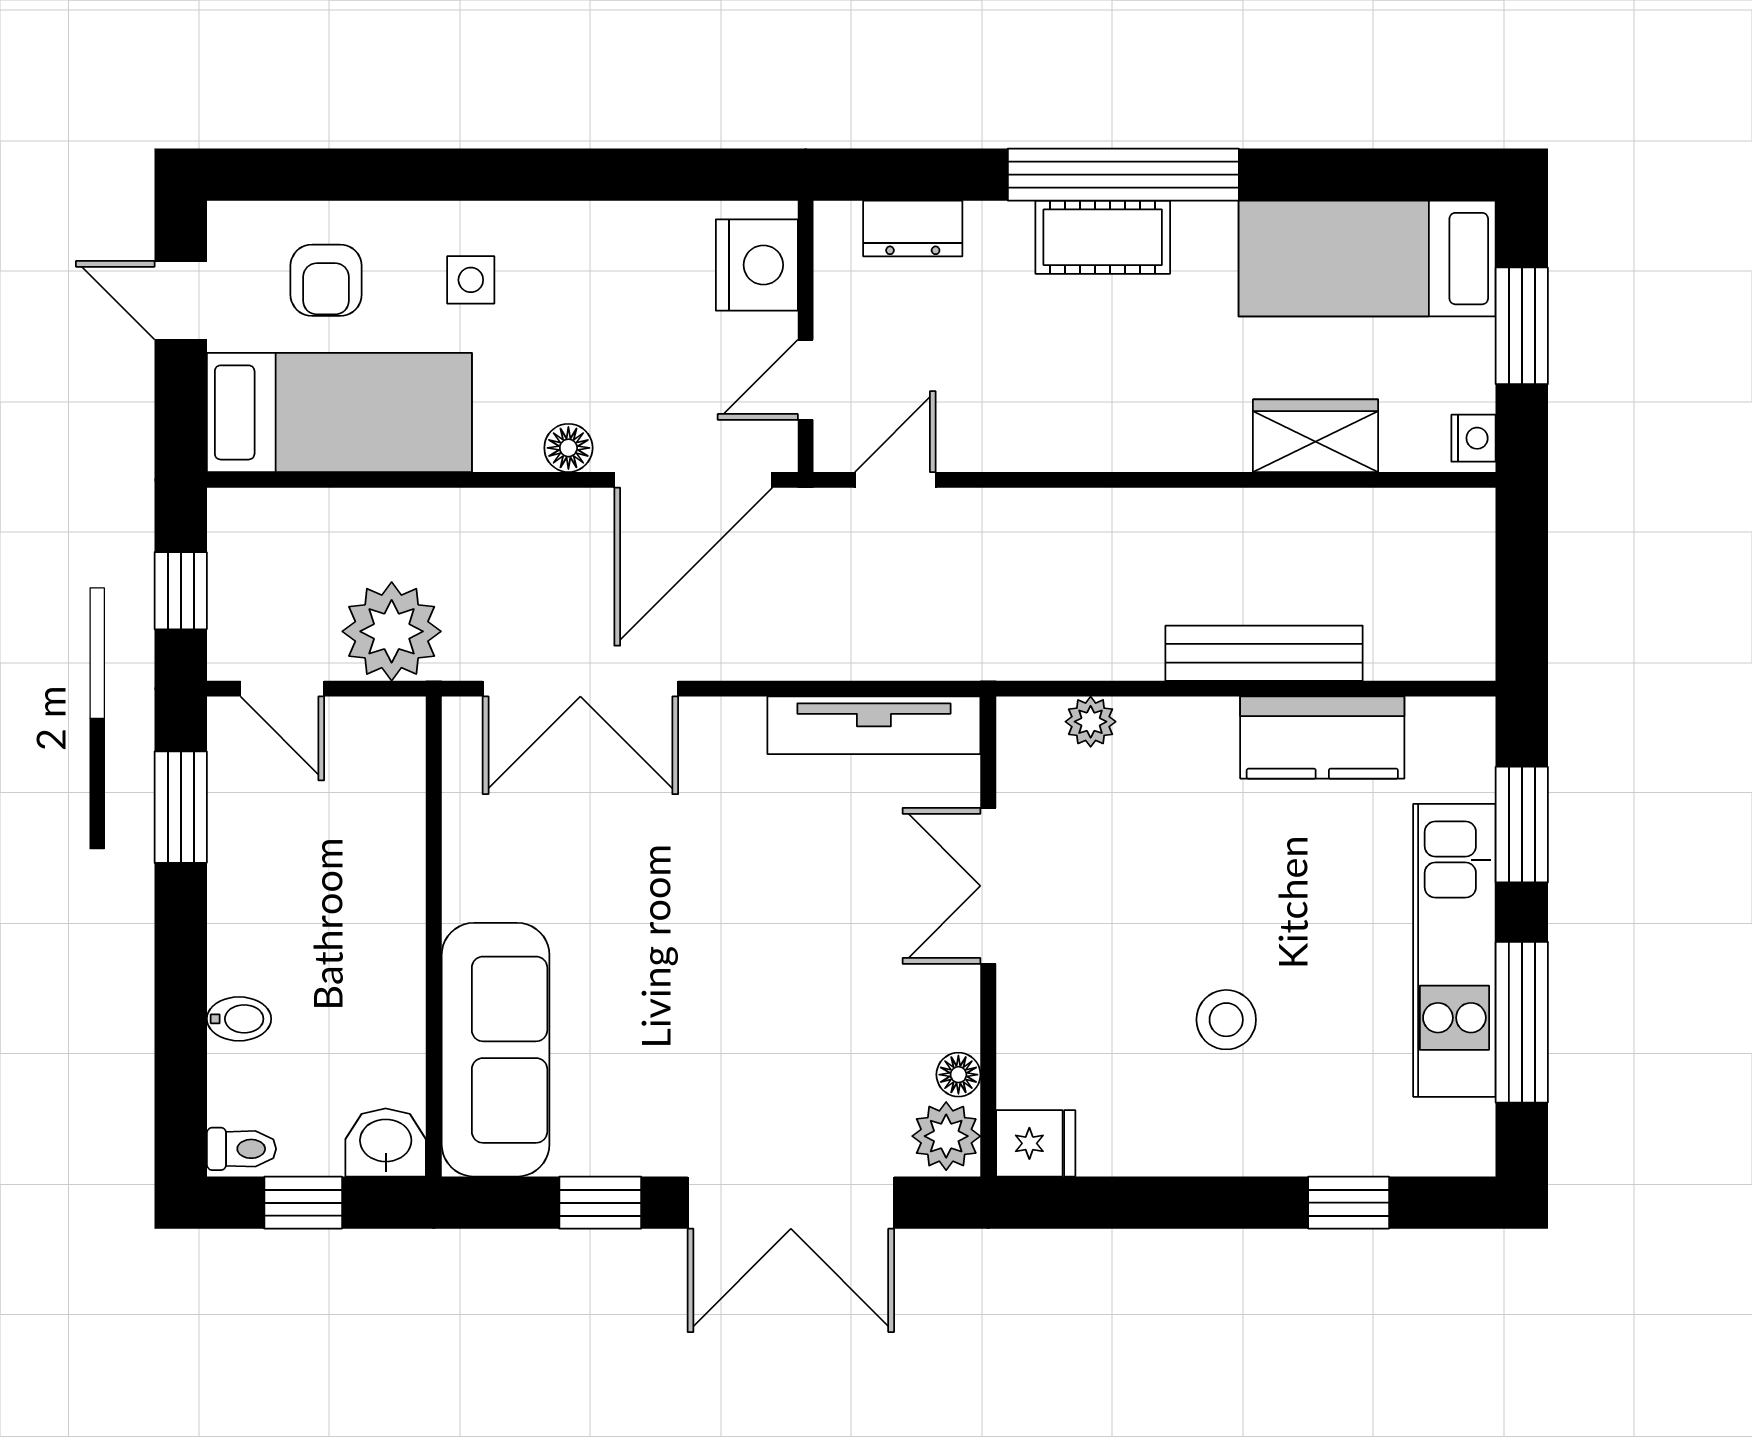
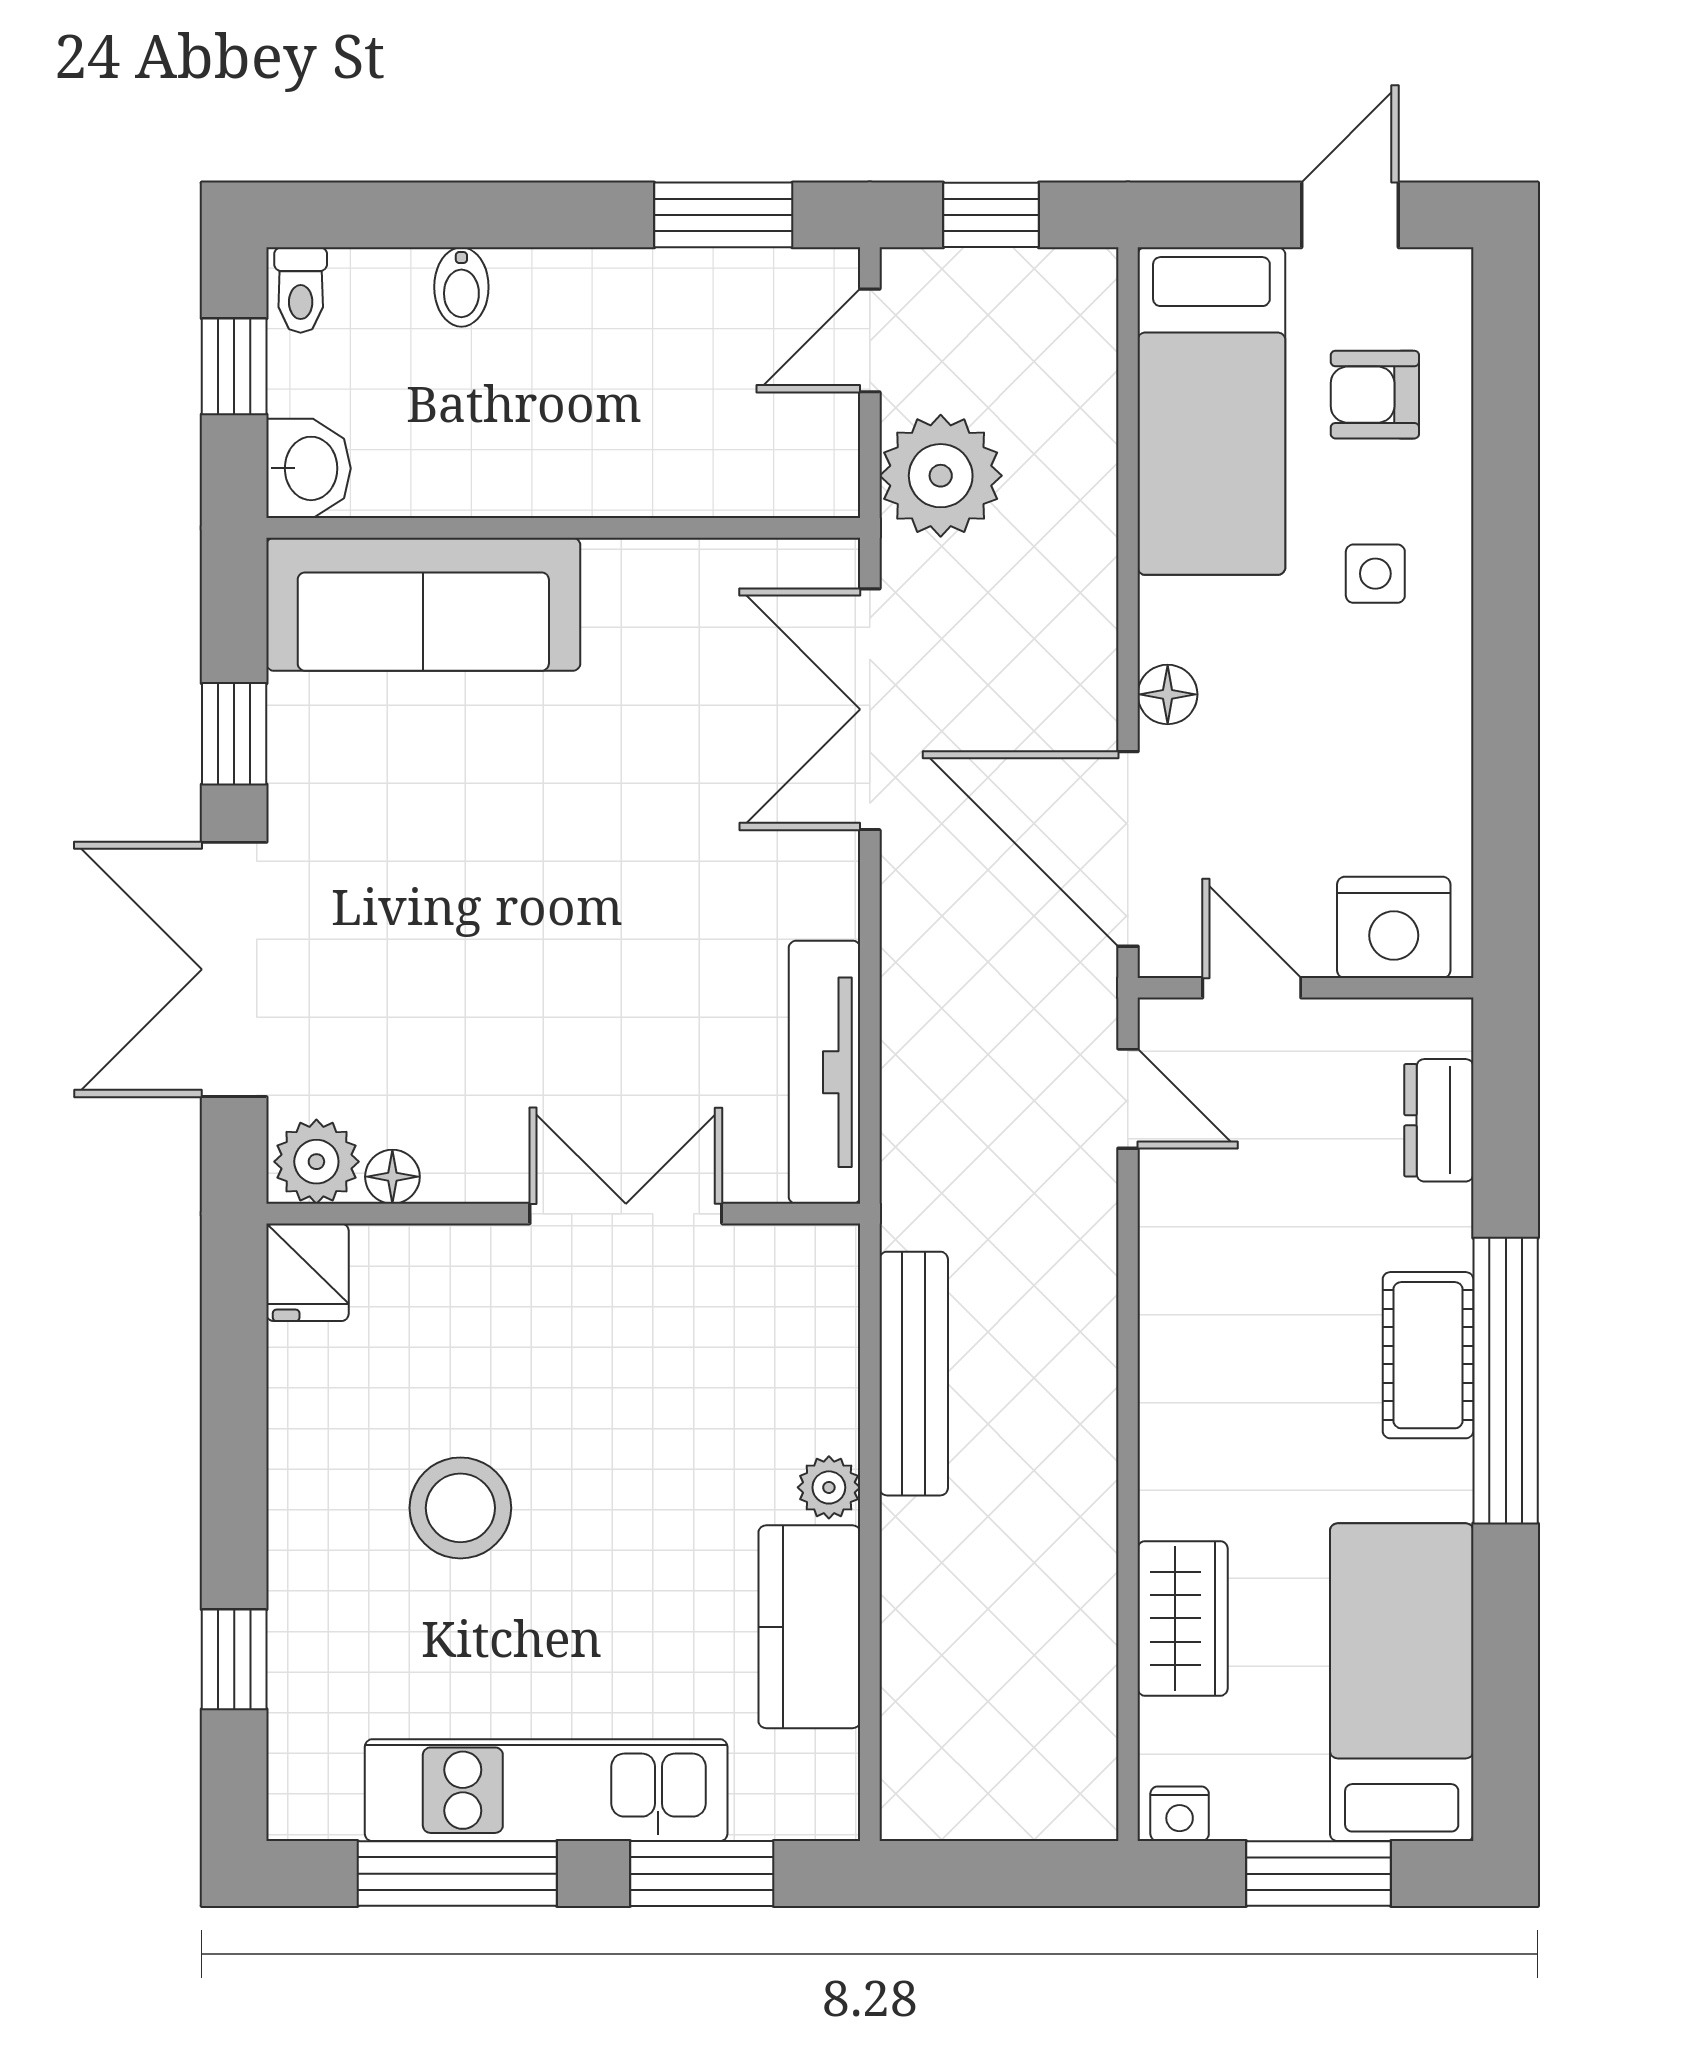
bench: (1264, 653) -> (914, 1374), moved
plant: (1091, 722) -> (829, 1487), moved
stool: (1226, 1020) -> (460, 1508), width x1.38, depth x1.38

